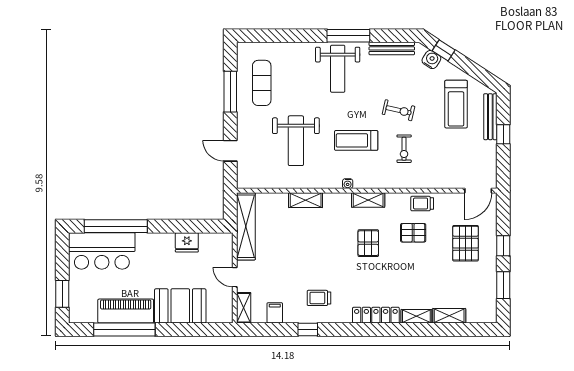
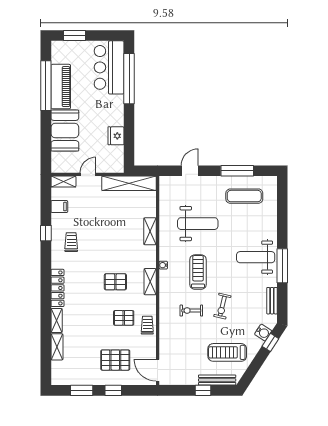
bench: (392, 48) -> (272, 301), width x0.73
weight bench: (296, 141) -> (198, 224), turned 180
pallet: (413, 233) -> (124, 318), turned 90

